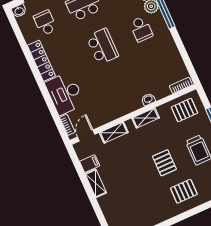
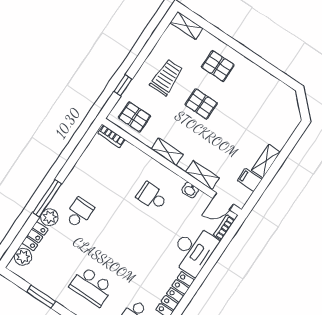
school desk: (102, 46) -> (152, 196), moved, width x0.54
washbasin: (148, 99) -> (190, 190), moved
pallet: (164, 163) -> (201, 104), turned 90

